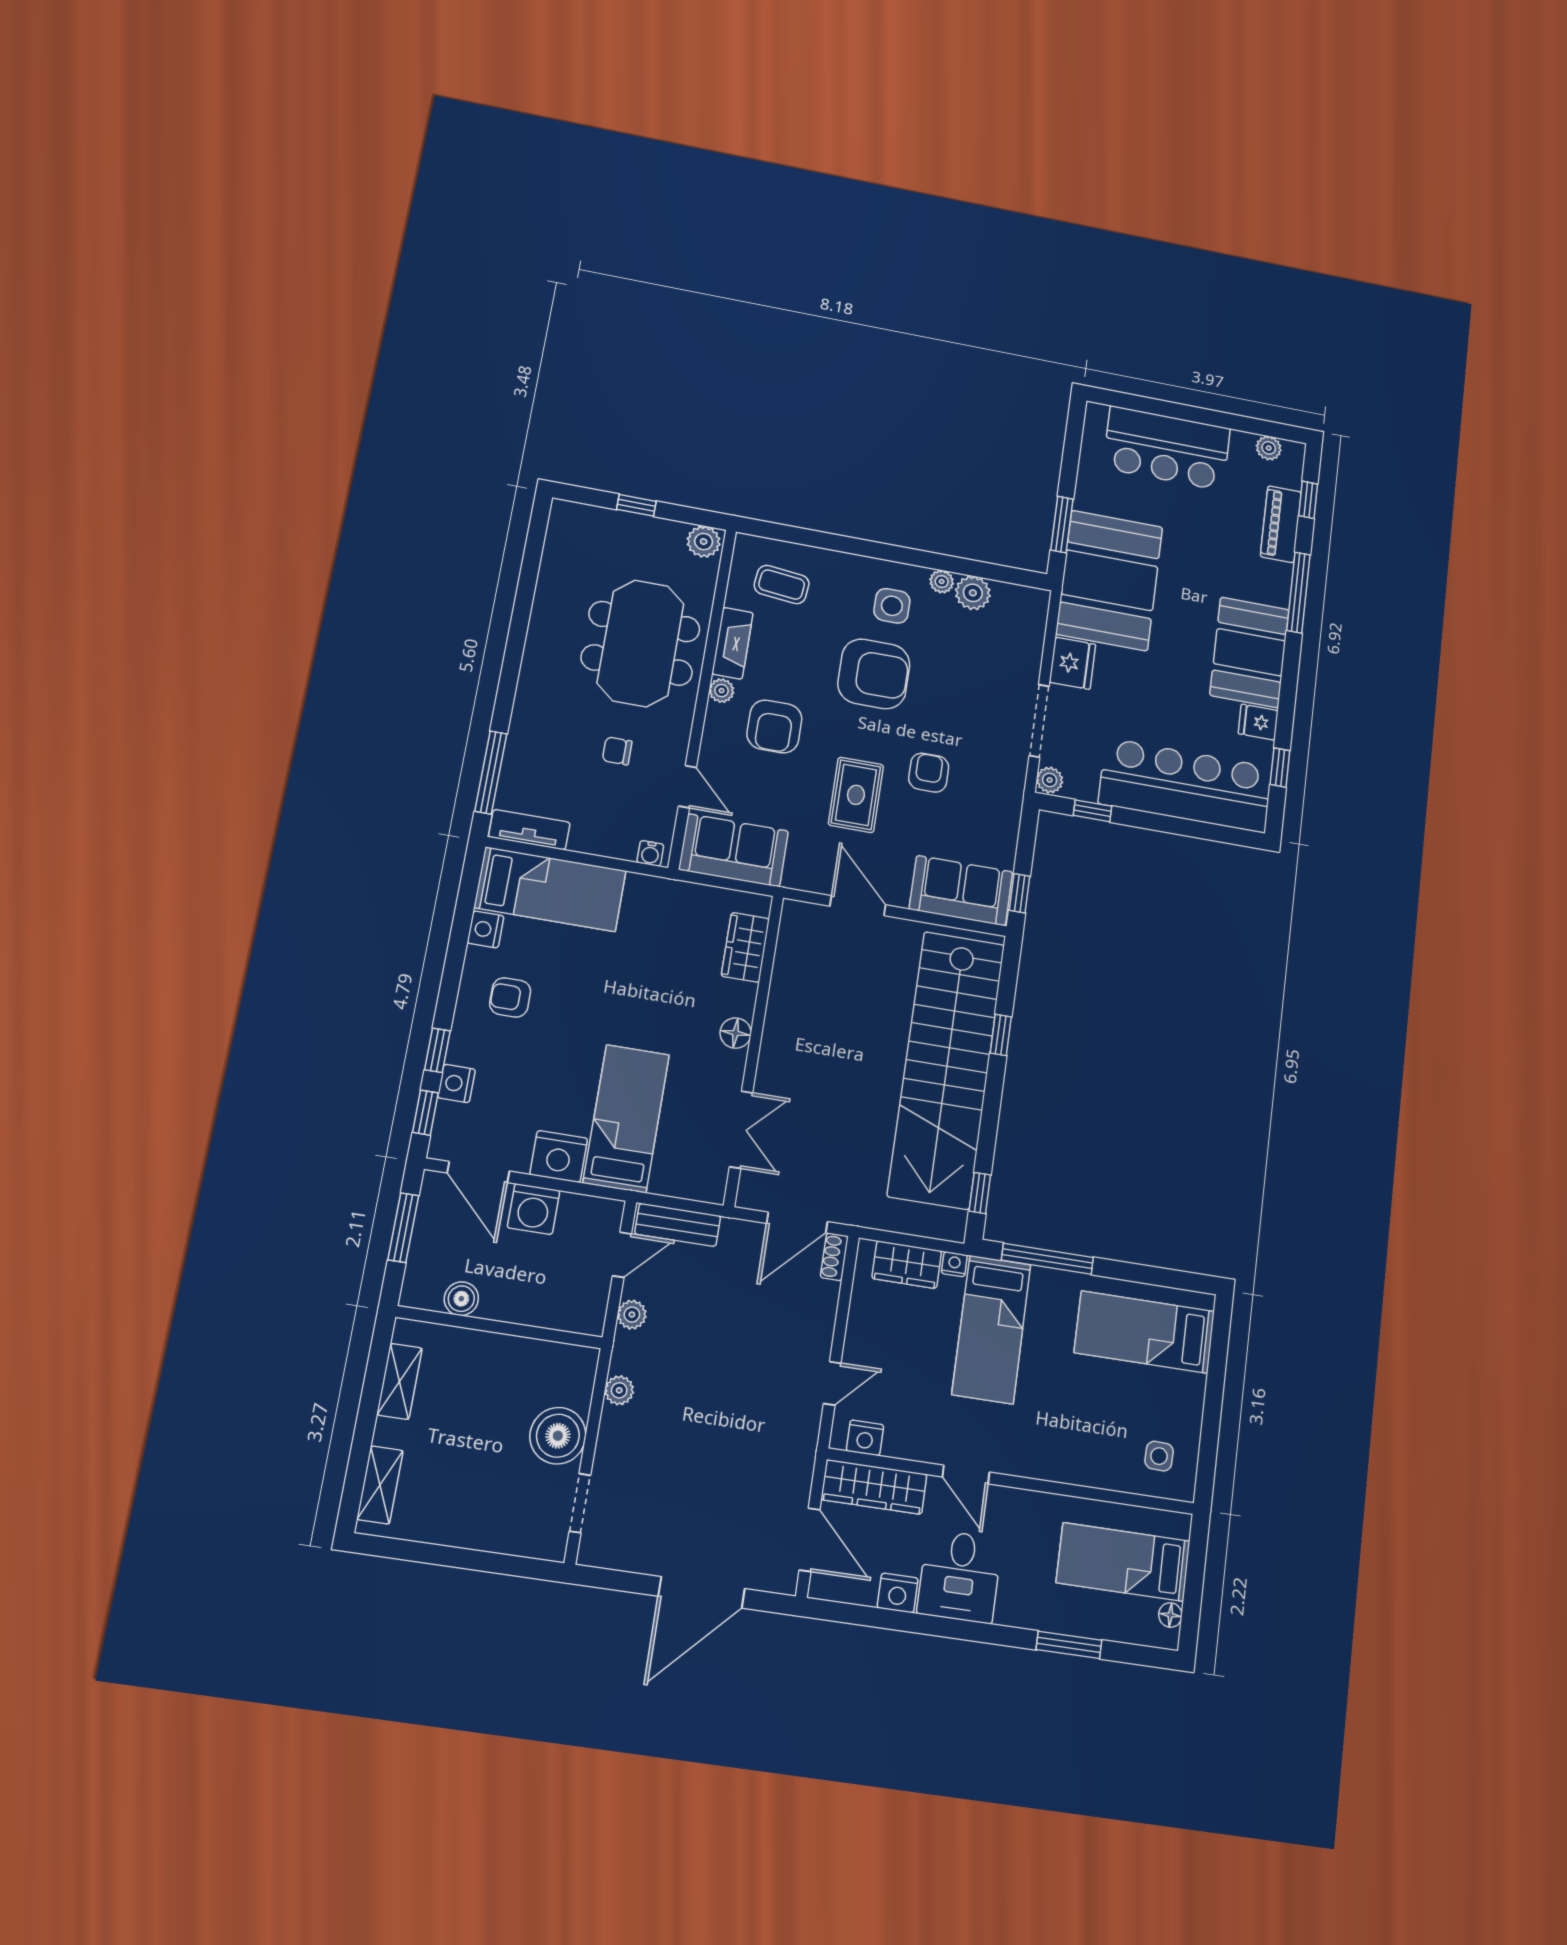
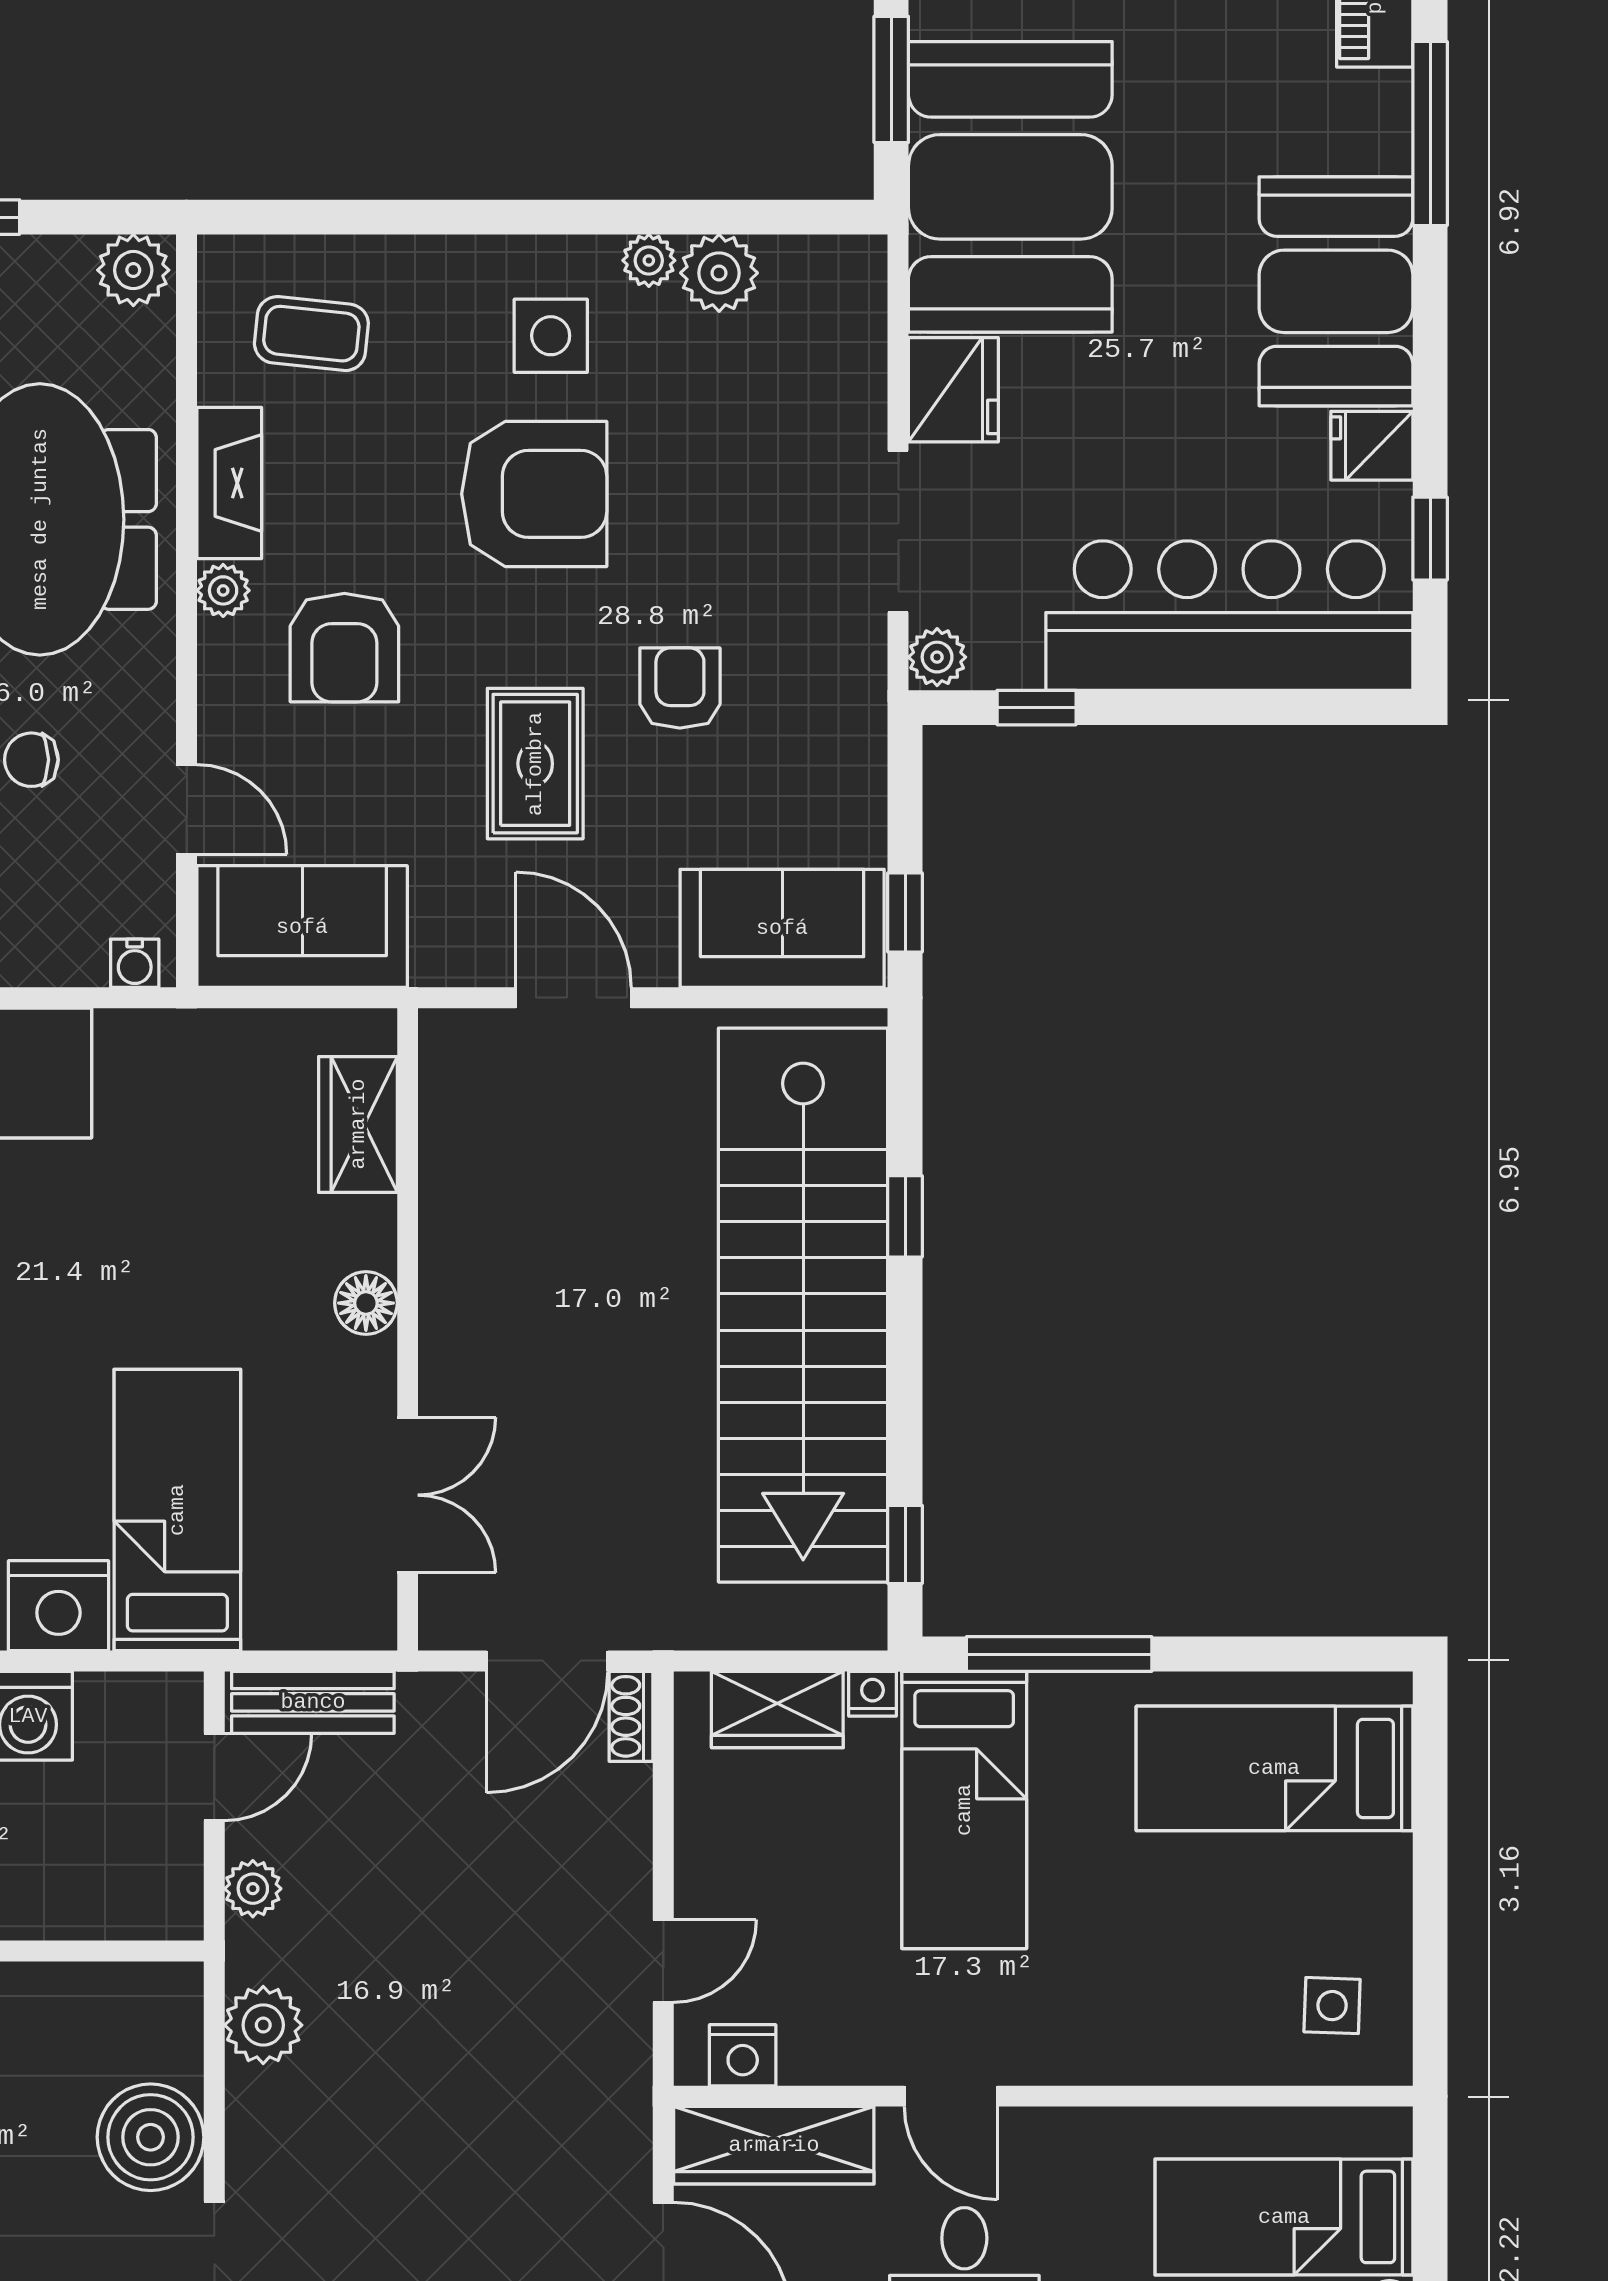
plant: (619, 1390) -> (263, 2025), width x1.38, depth x1.38

